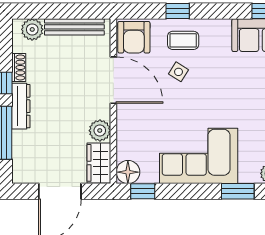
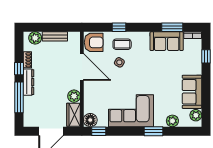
bench: (74, 27) -> (55, 36), width x0.73
armchair: (134, 37) -> (94, 42), turned -90

